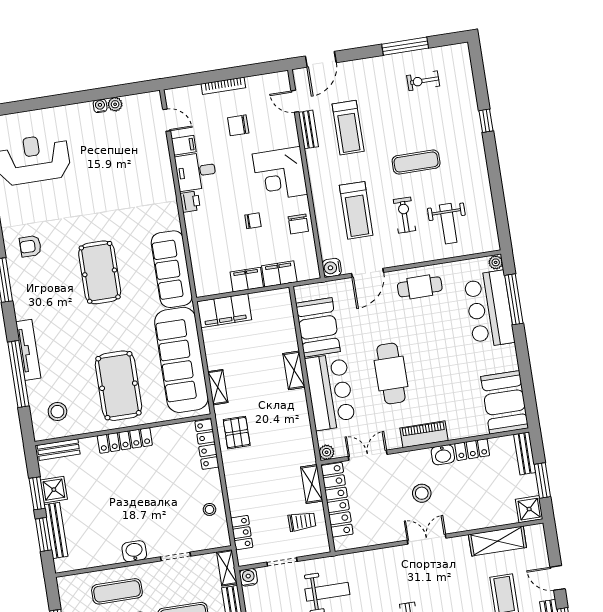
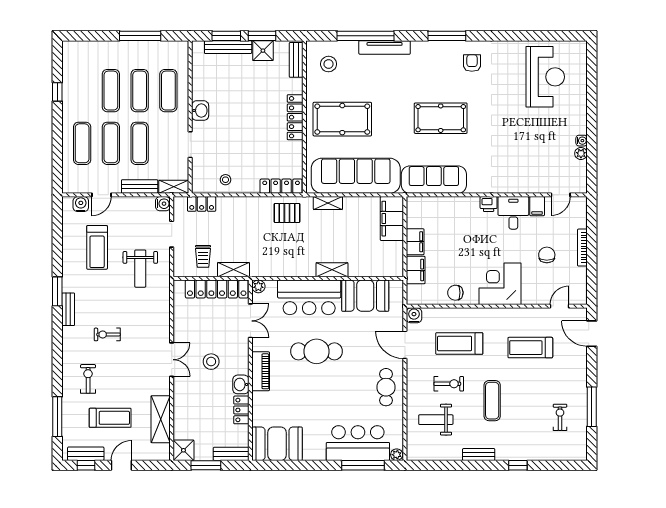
bench: (308, 129) -> (479, 455), moved
chair: (253, 221) -> (464, 255), removed

